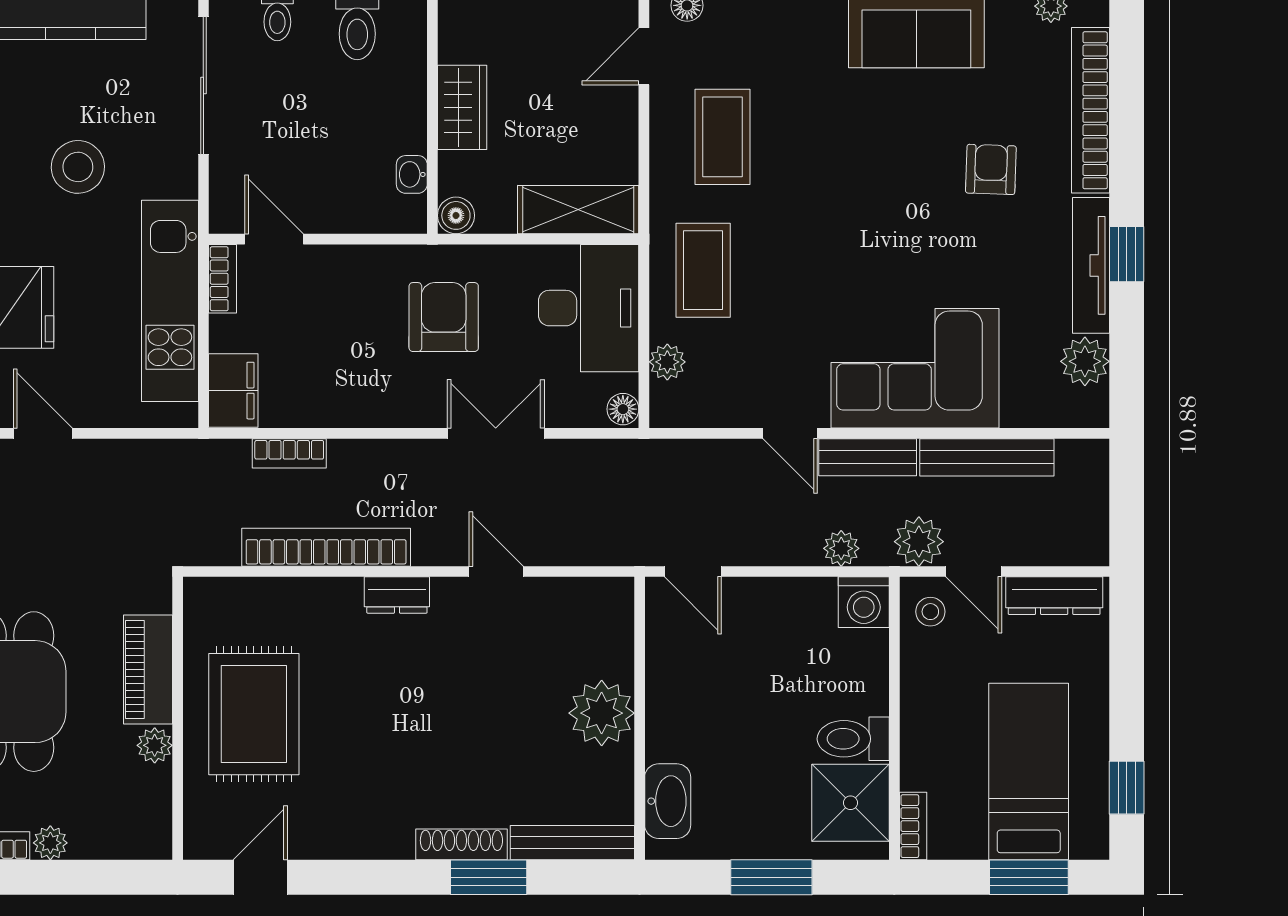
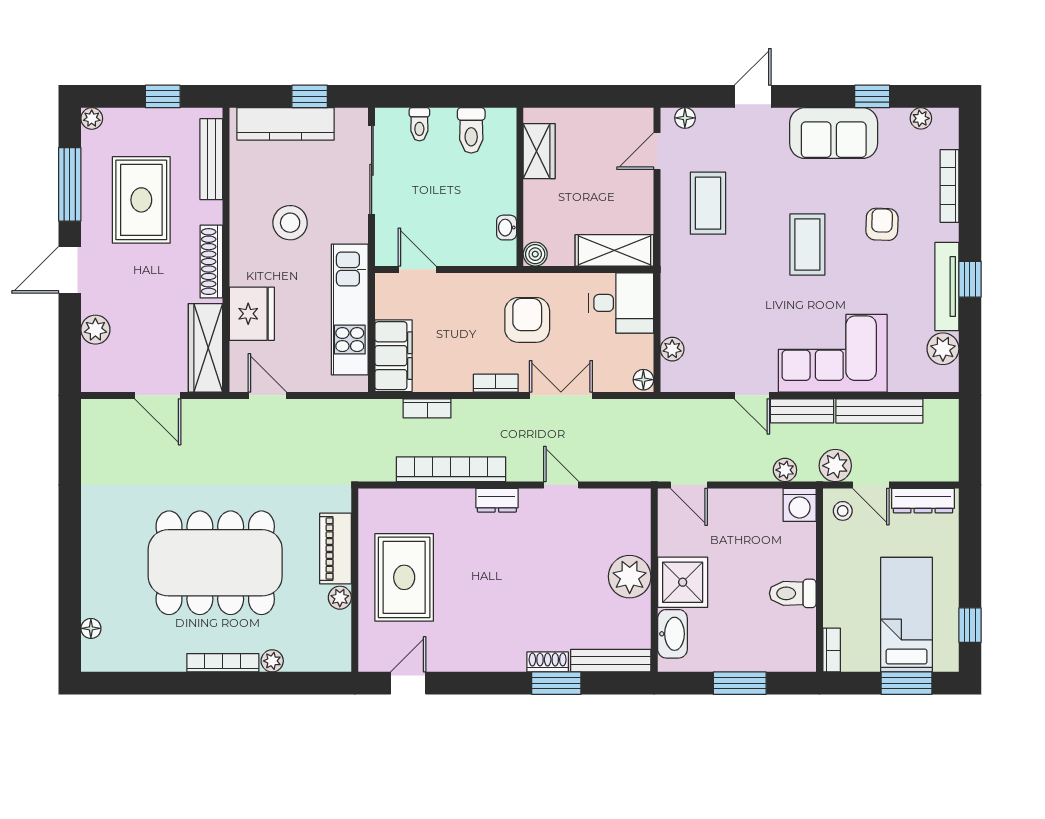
wardrobe: (462, 107) -> (539, 151), moved
bookcase: (1091, 110) -> (950, 186), width x0.68, depth x0.76
coffee table: (703, 270) -> (807, 244), moved
bookcase: (222, 279) -> (496, 383), moved, turned -90
desk: (589, 308) -> (621, 303), width x0.73
filing cabinet: (233, 391) -> (393, 356), width x1.50, depth x1.17
shower: (851, 803) -> (683, 582), moved
shoe rack: (461, 844) -> (548, 662), width x0.70

